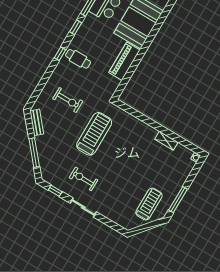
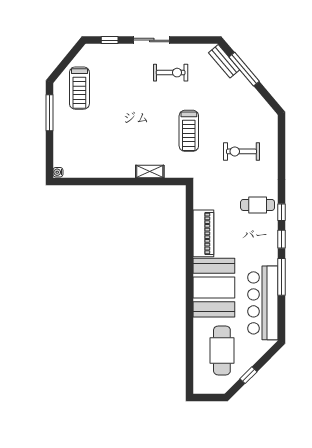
window: (60, 54) -> (281, 212), moved
bench: (37, 122) -> (224, 61), moved
treadmill: (94, 134) -> (189, 131), width x0.73, depth x0.73
shelving: (166, 141) -> (150, 172), moved
window: (55, 191) -> (110, 40), moved

